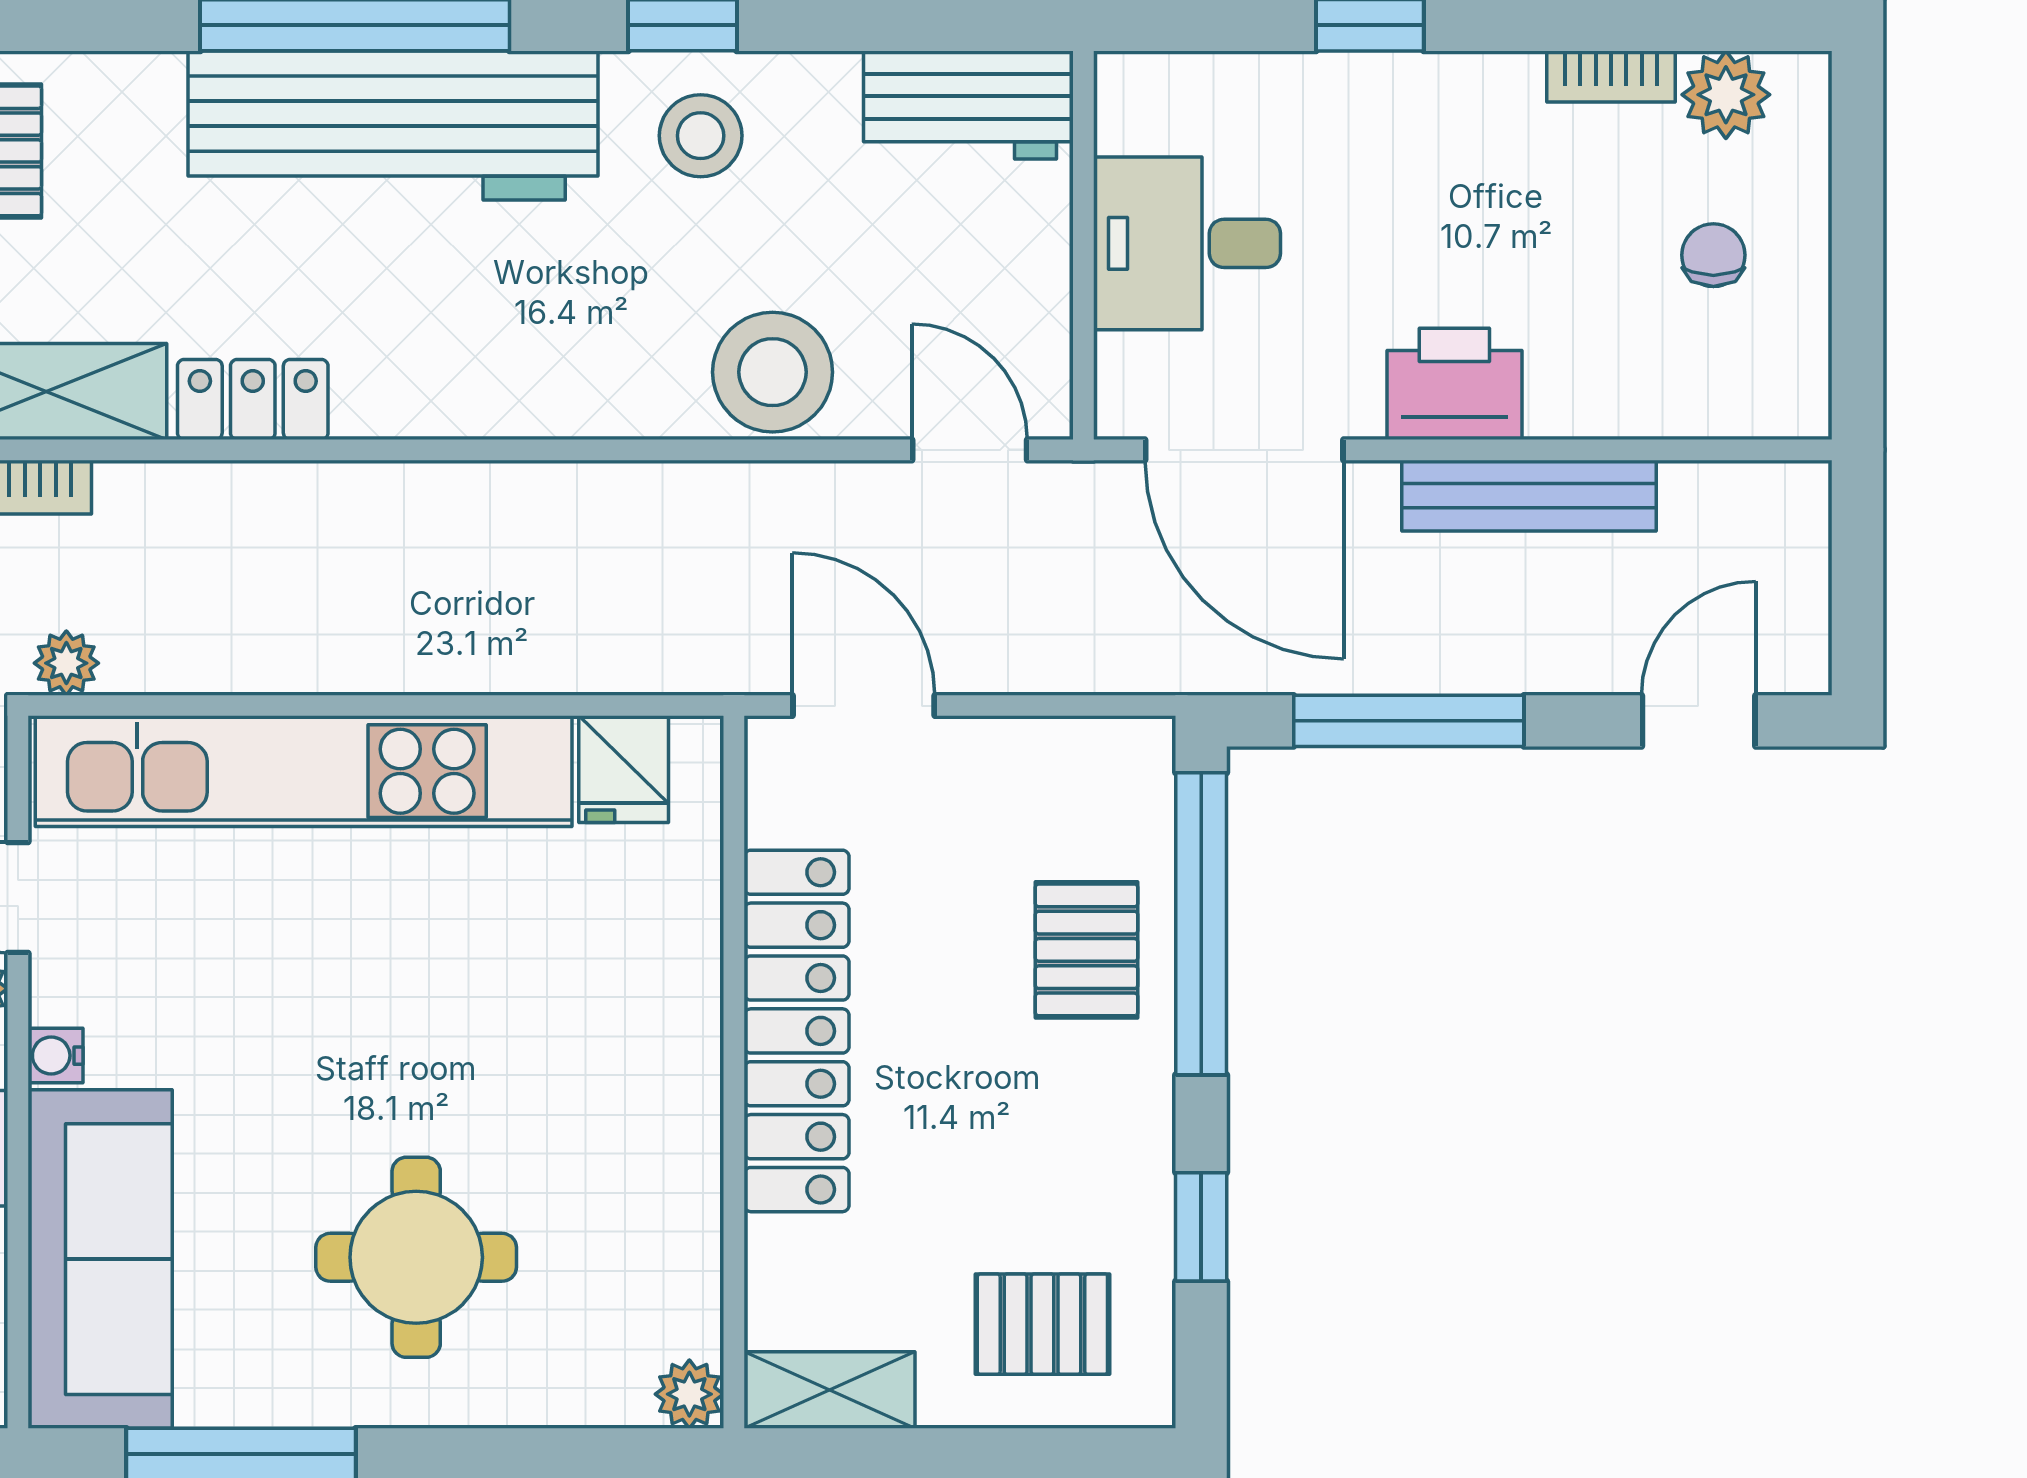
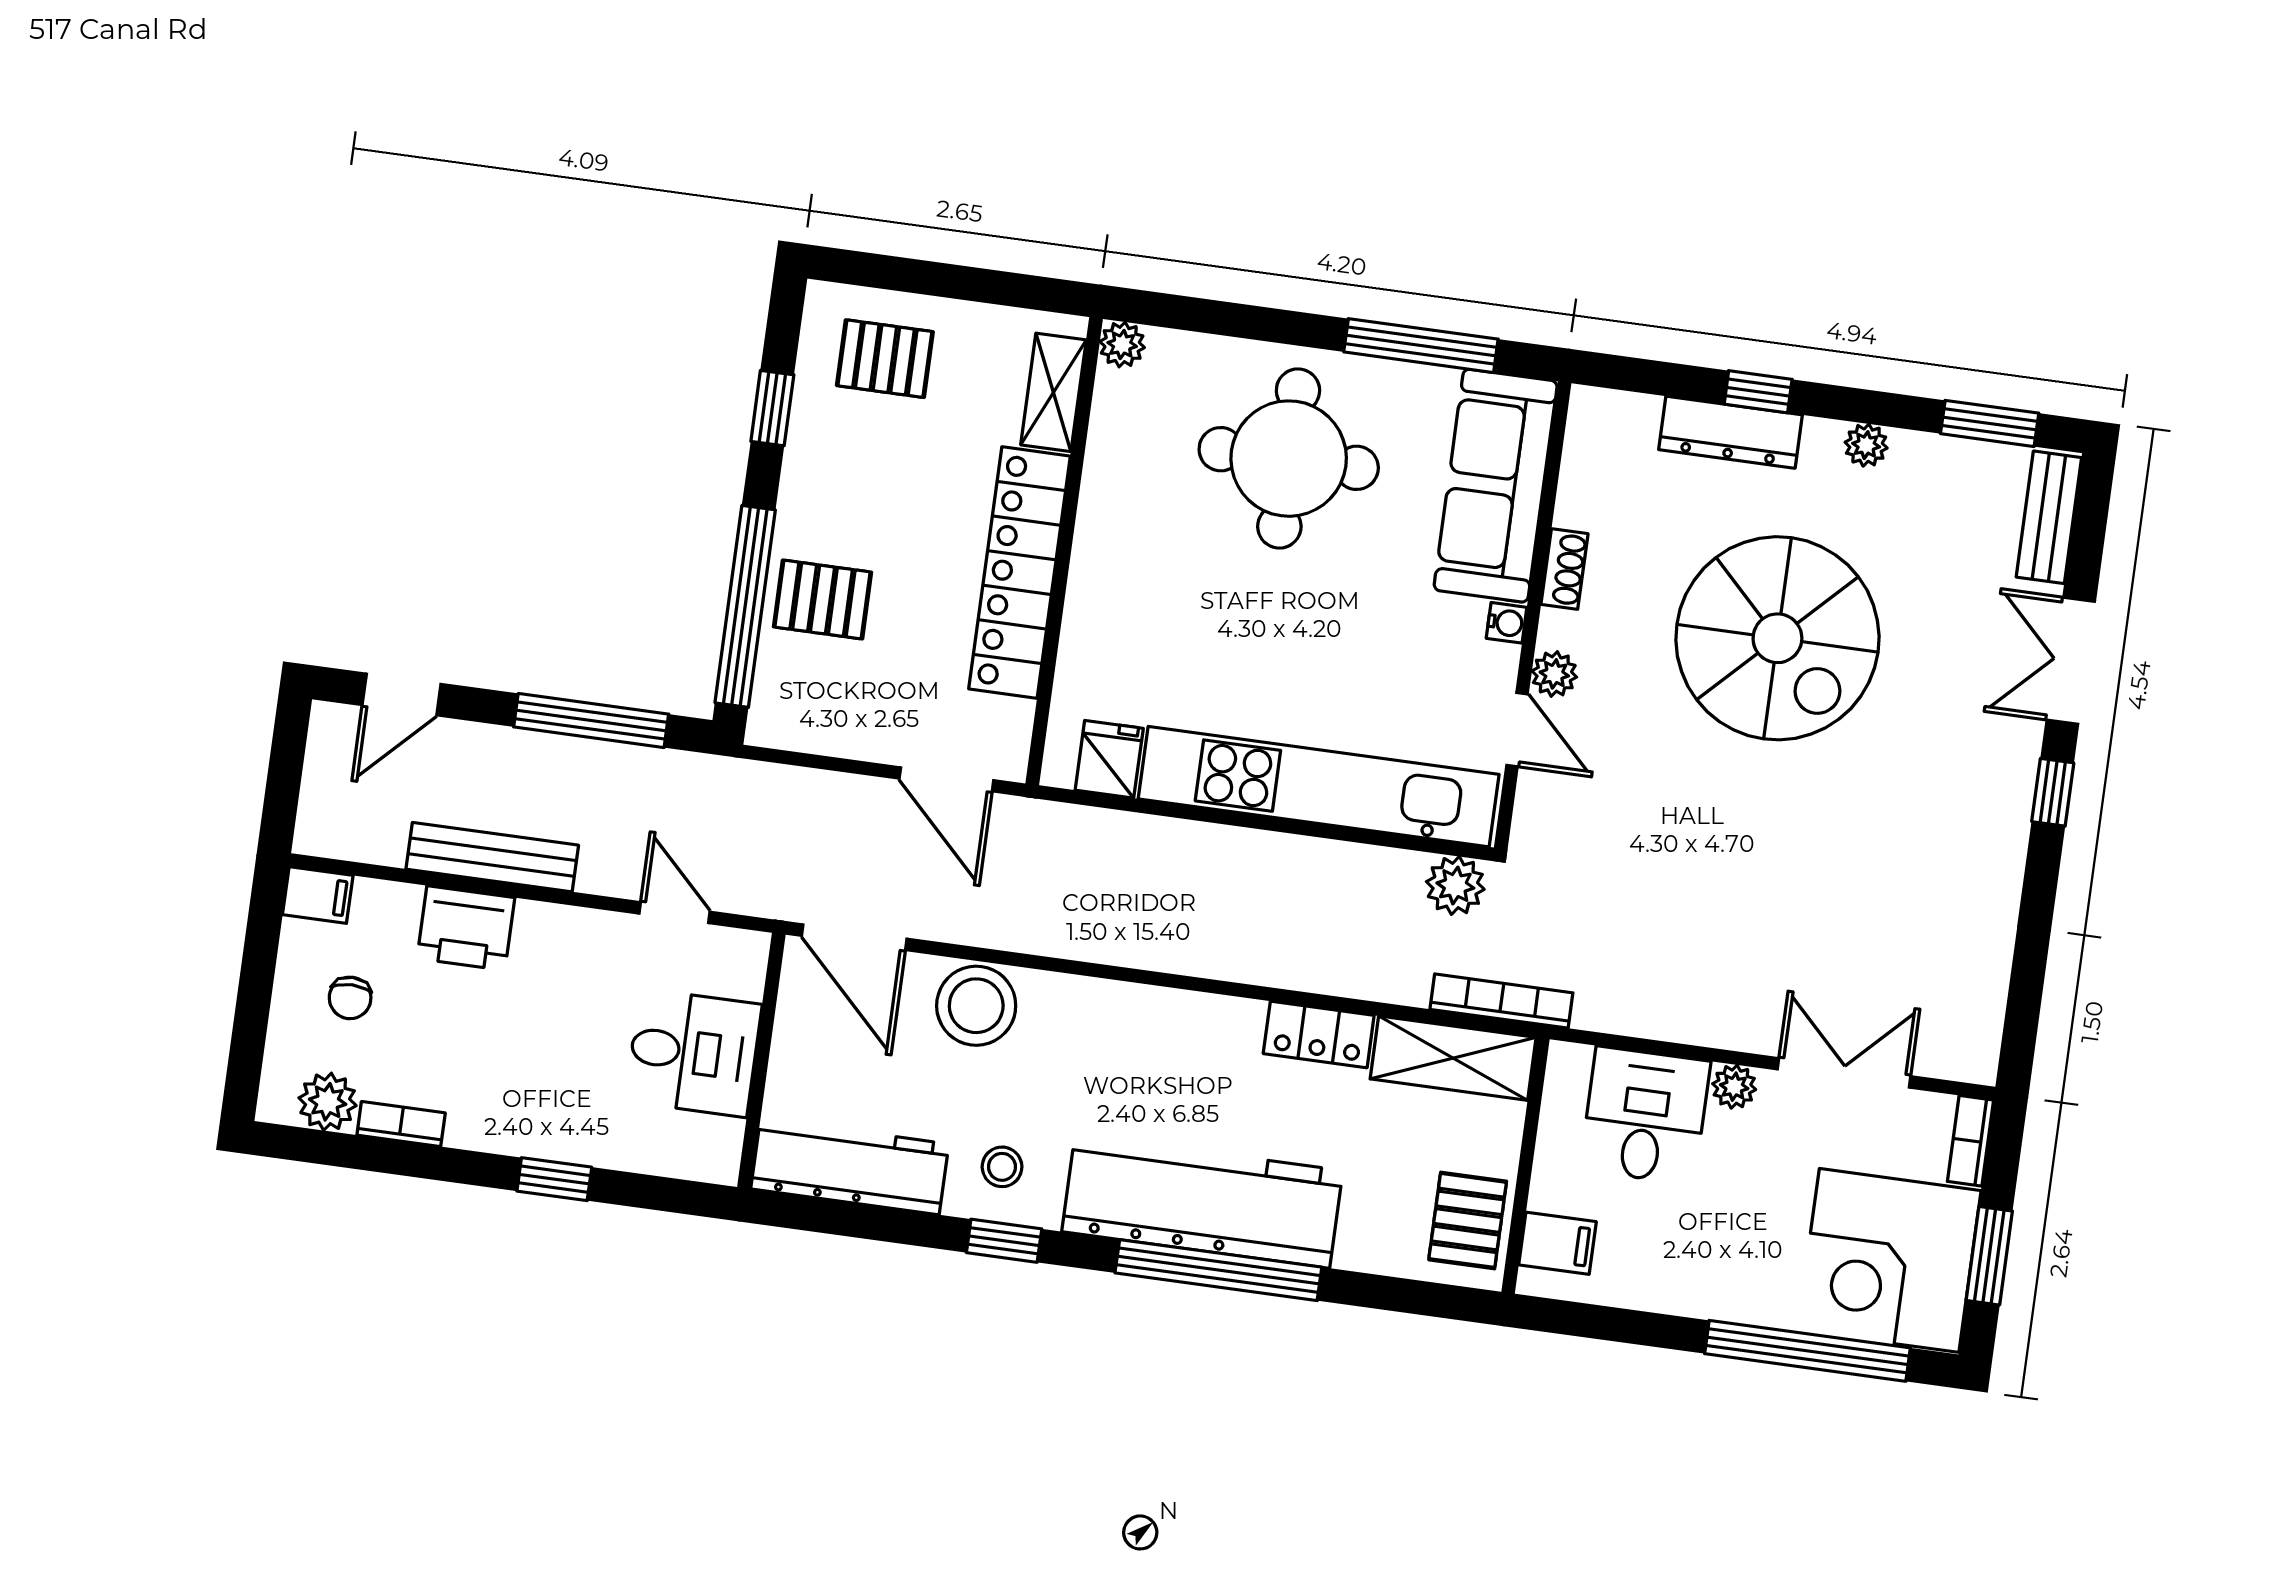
workbench: (968, 105) -> (850, 1166), width x1.38
stool: (701, 136) -> (1002, 1167), width x0.73, depth x0.73
printer: (1454, 384) -> (466, 928), moved
filing cabinet: (1783, 403) -> (318, 895), added
door: (970, 450) -> (854, 937), width x1.38
door: (1244, 450) -> (674, 913), width x0.53
plant: (66, 663) -> (1455, 886), width x1.38, depth x1.38
pallet: (1087, 950) -> (823, 600), turned 90
round table: (416, 1257) -> (1289, 459), width x1.36, depth x1.36
shelving: (830, 1390) -> (1053, 392), moved, turned 90

